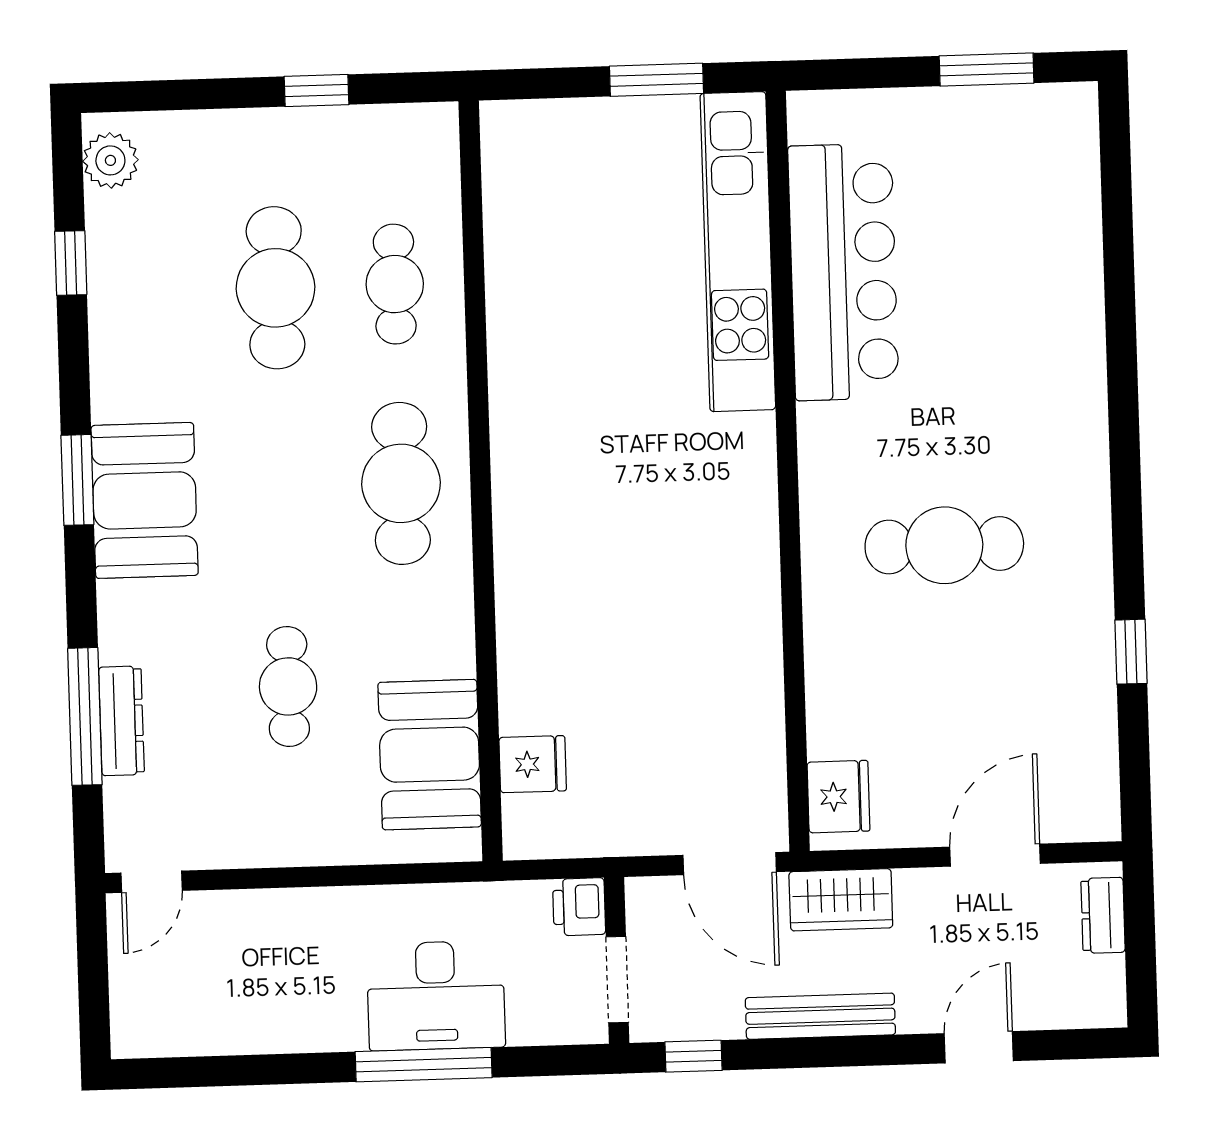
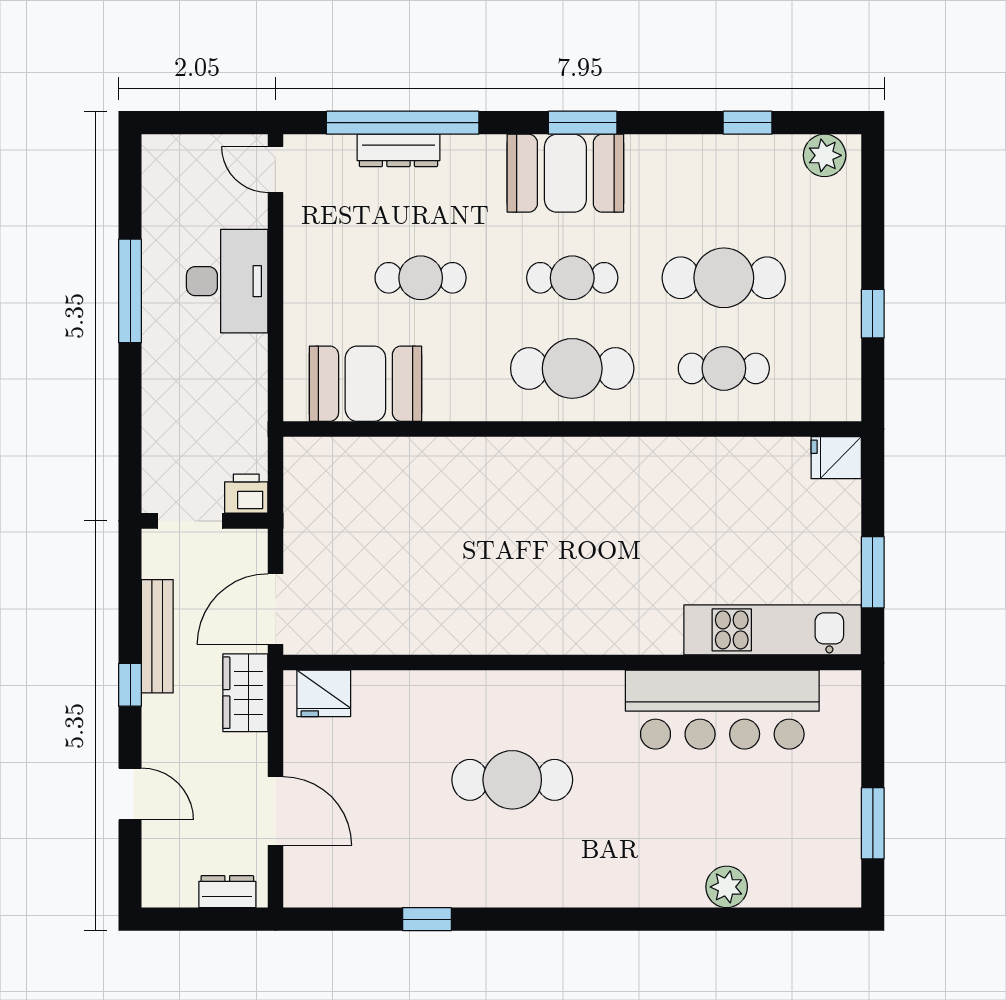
kitchen unit: (738, 252) -> (773, 630), width x0.73
plant: (1076, 259) -> (727, 887), added
cafe table: (282, 487) -> (572, 278), added
cafe table: (944, 545) -> (512, 780), turned 90
window: (85, 716) -> (403, 123), width x1.46
fridge: (533, 764) -> (836, 458), moved, turned 90
desk: (436, 996) -> (227, 281), moved, turned 180
bench: (820, 1016) -> (157, 636), moved
window: (693, 1056) -> (130, 685), moved
window: (424, 1065) -> (130, 291), moved

